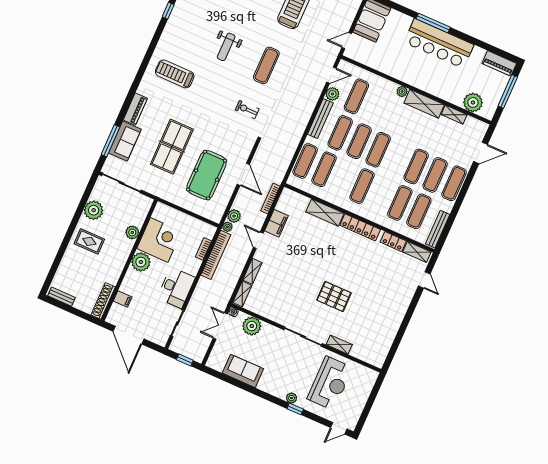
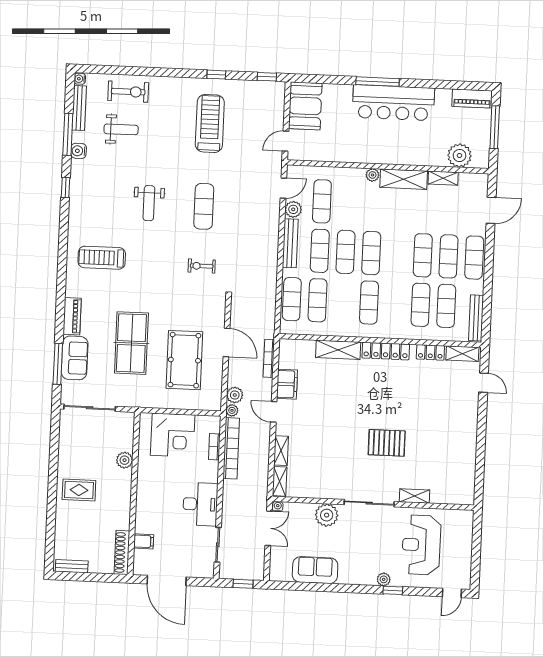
plant: (94, 210) -> (70, 452), removed
corner desk: (159, 240) -> (173, 435), moved, turned 90
plant: (141, 262) -> (148, 490), removed
double door: (220, 326) -> (269, 528), swing flipped
plant: (252, 326) -> (327, 515), moved
reception desk: (330, 383) -> (421, 545), turned 180

